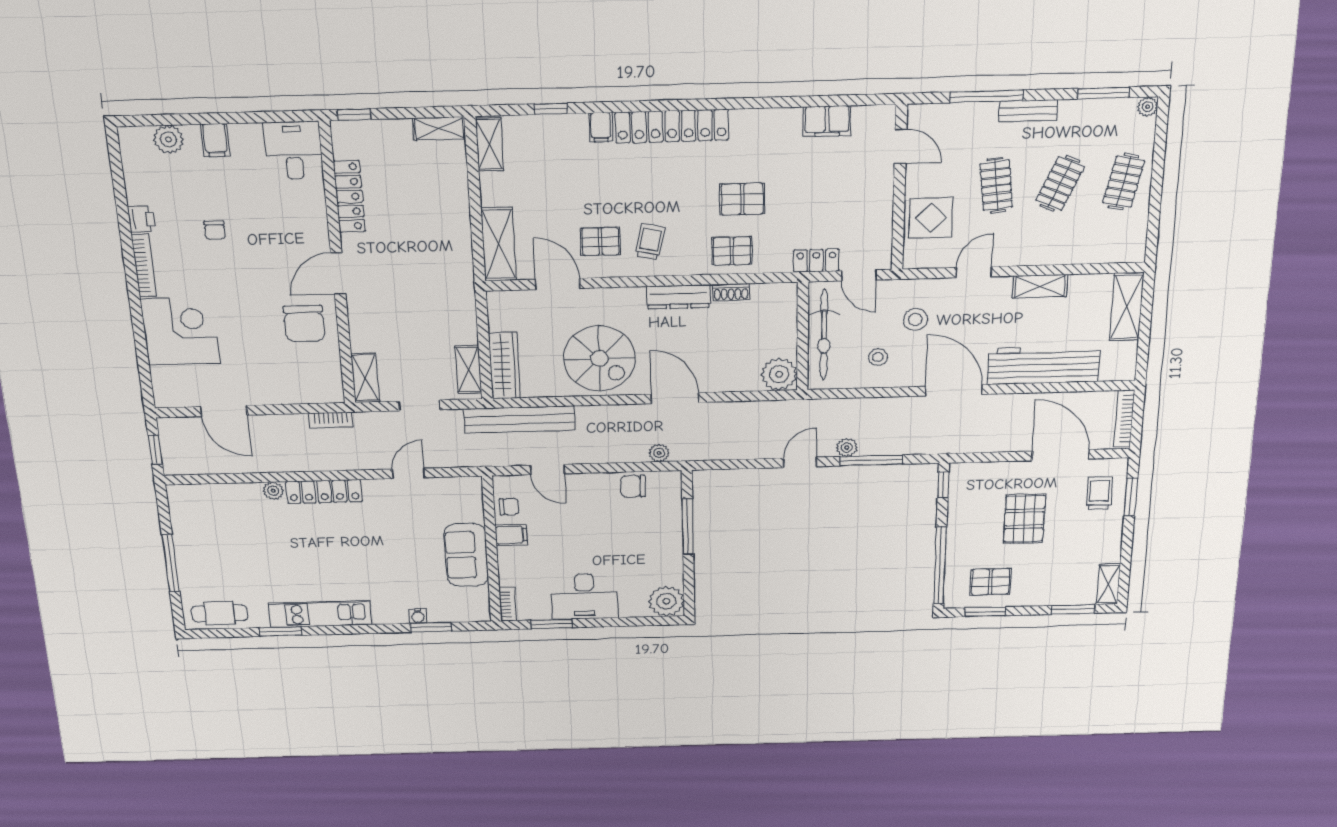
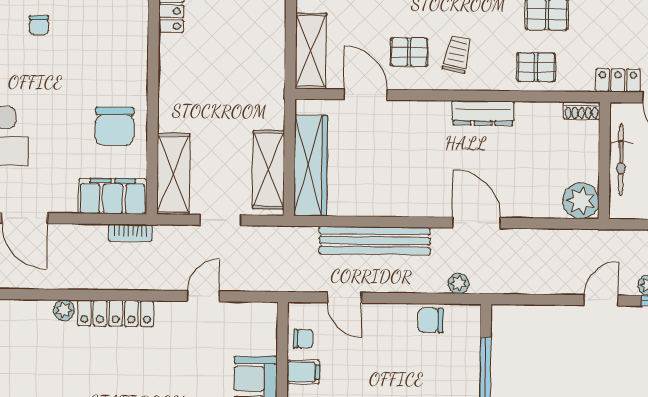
door: (338, 274) -> (153, 75), removed
shoe rack: (731, 292) -> (582, 111), moved
bicycle: (824, 335) -> (621, 159), width x0.73, depth x0.71
spiral stairs: (599, 358) -> (403, 176), removed
wardrobe: (504, 366) -> (311, 165), width x1.40, depth x1.17
shelving: (468, 370) -> (268, 170), width x1.50, depth x1.33
shelving: (365, 378) -> (173, 174), width x1.50, depth x1.33
filing cabinet: (309, 388) -> (113, 196), added
bench: (520, 420) -> (375, 241), moved

